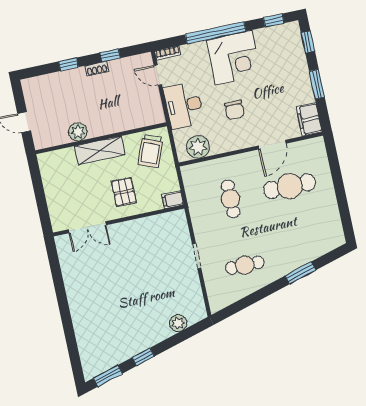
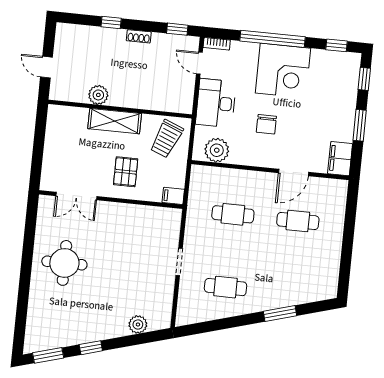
window: (110, 55) -> (177, 29), moved
cafe table: (290, 186) -> (298, 221), width x0.73, depth x0.74
cafe table: (231, 199) -> (233, 214), turned 90
round table: (96, 290) -> (64, 263), added

